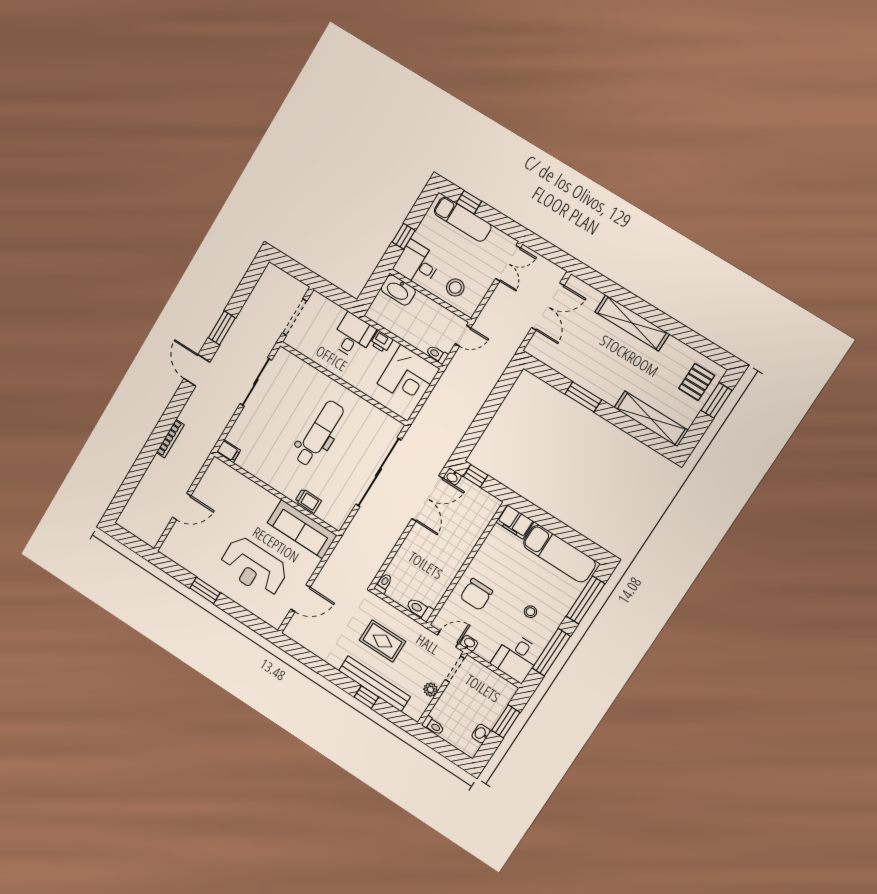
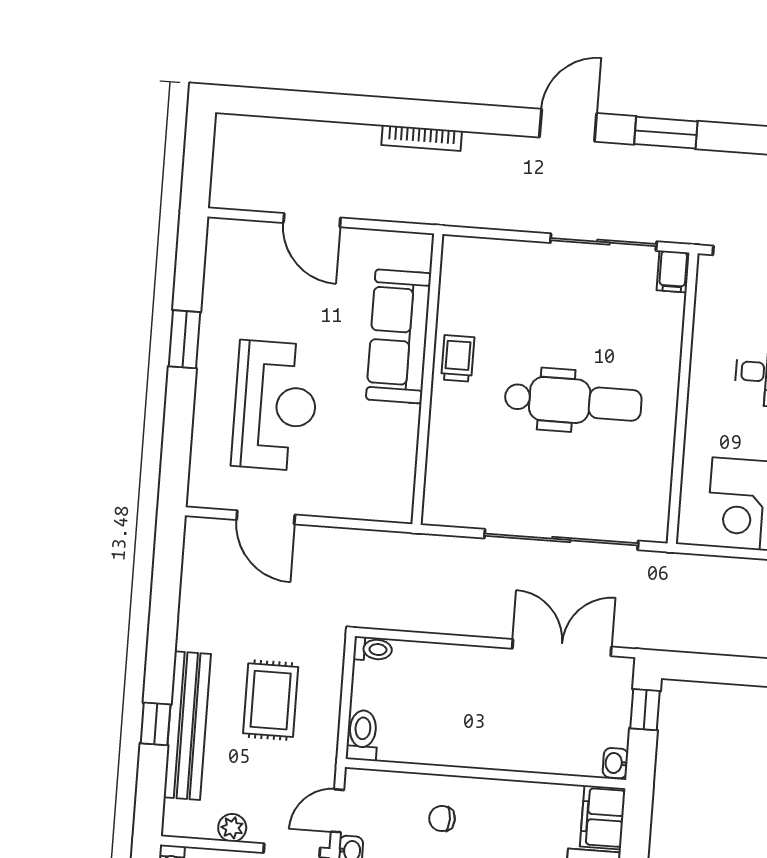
filing cabinet: (228, 451) -> (673, 271), moved
washbasin: (453, 477) -> (615, 763), moved
double door: (427, 498) -> (562, 648), swing flipped
trolley: (308, 501) -> (458, 358), moved, turned 180
sofa: (302, 529) -> (399, 336), moved
reception desk: (254, 567) -> (275, 406), turned 180
chair: (476, 594) -> (442, 819), width x0.54, depth x0.54
door: (448, 639) -> (337, 811), swing flipped

